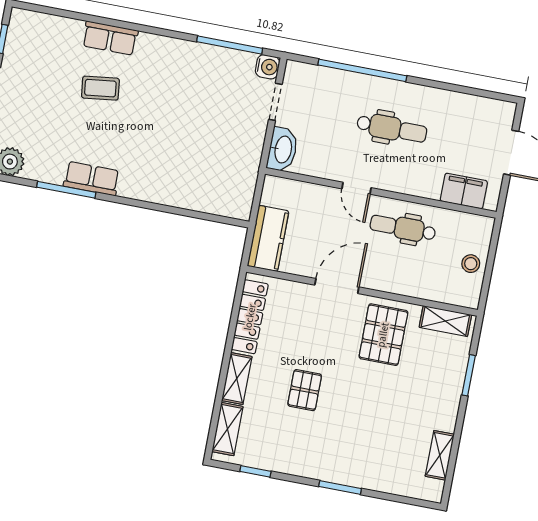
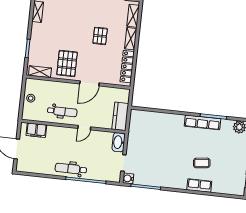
dental chair: (392, 128) -> (71, 169), moved
row of seats: (92, 179) -> (202, 122), width x1.48
door: (357, 188) -> (84, 128), swing flipped
kitchen counter: (268, 238) -> (120, 116), moved

